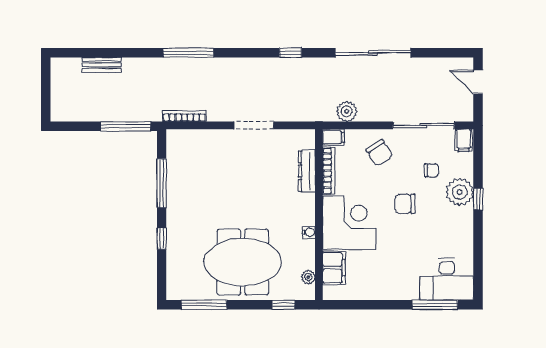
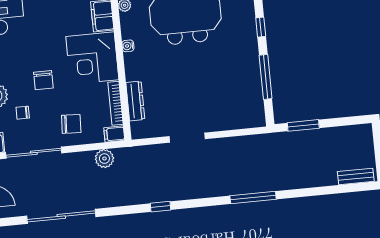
sliding door: (373, 53) -> (61, 216), moved
bench: (102, 65) -> (356, 176), moved
bookcase: (184, 116) -> (251, 140), removed
window: (126, 126) -> (303, 125), width x0.69
chair: (379, 153) -> (71, 124), turned 126
chair: (405, 204) -> (43, 80), turned 90

